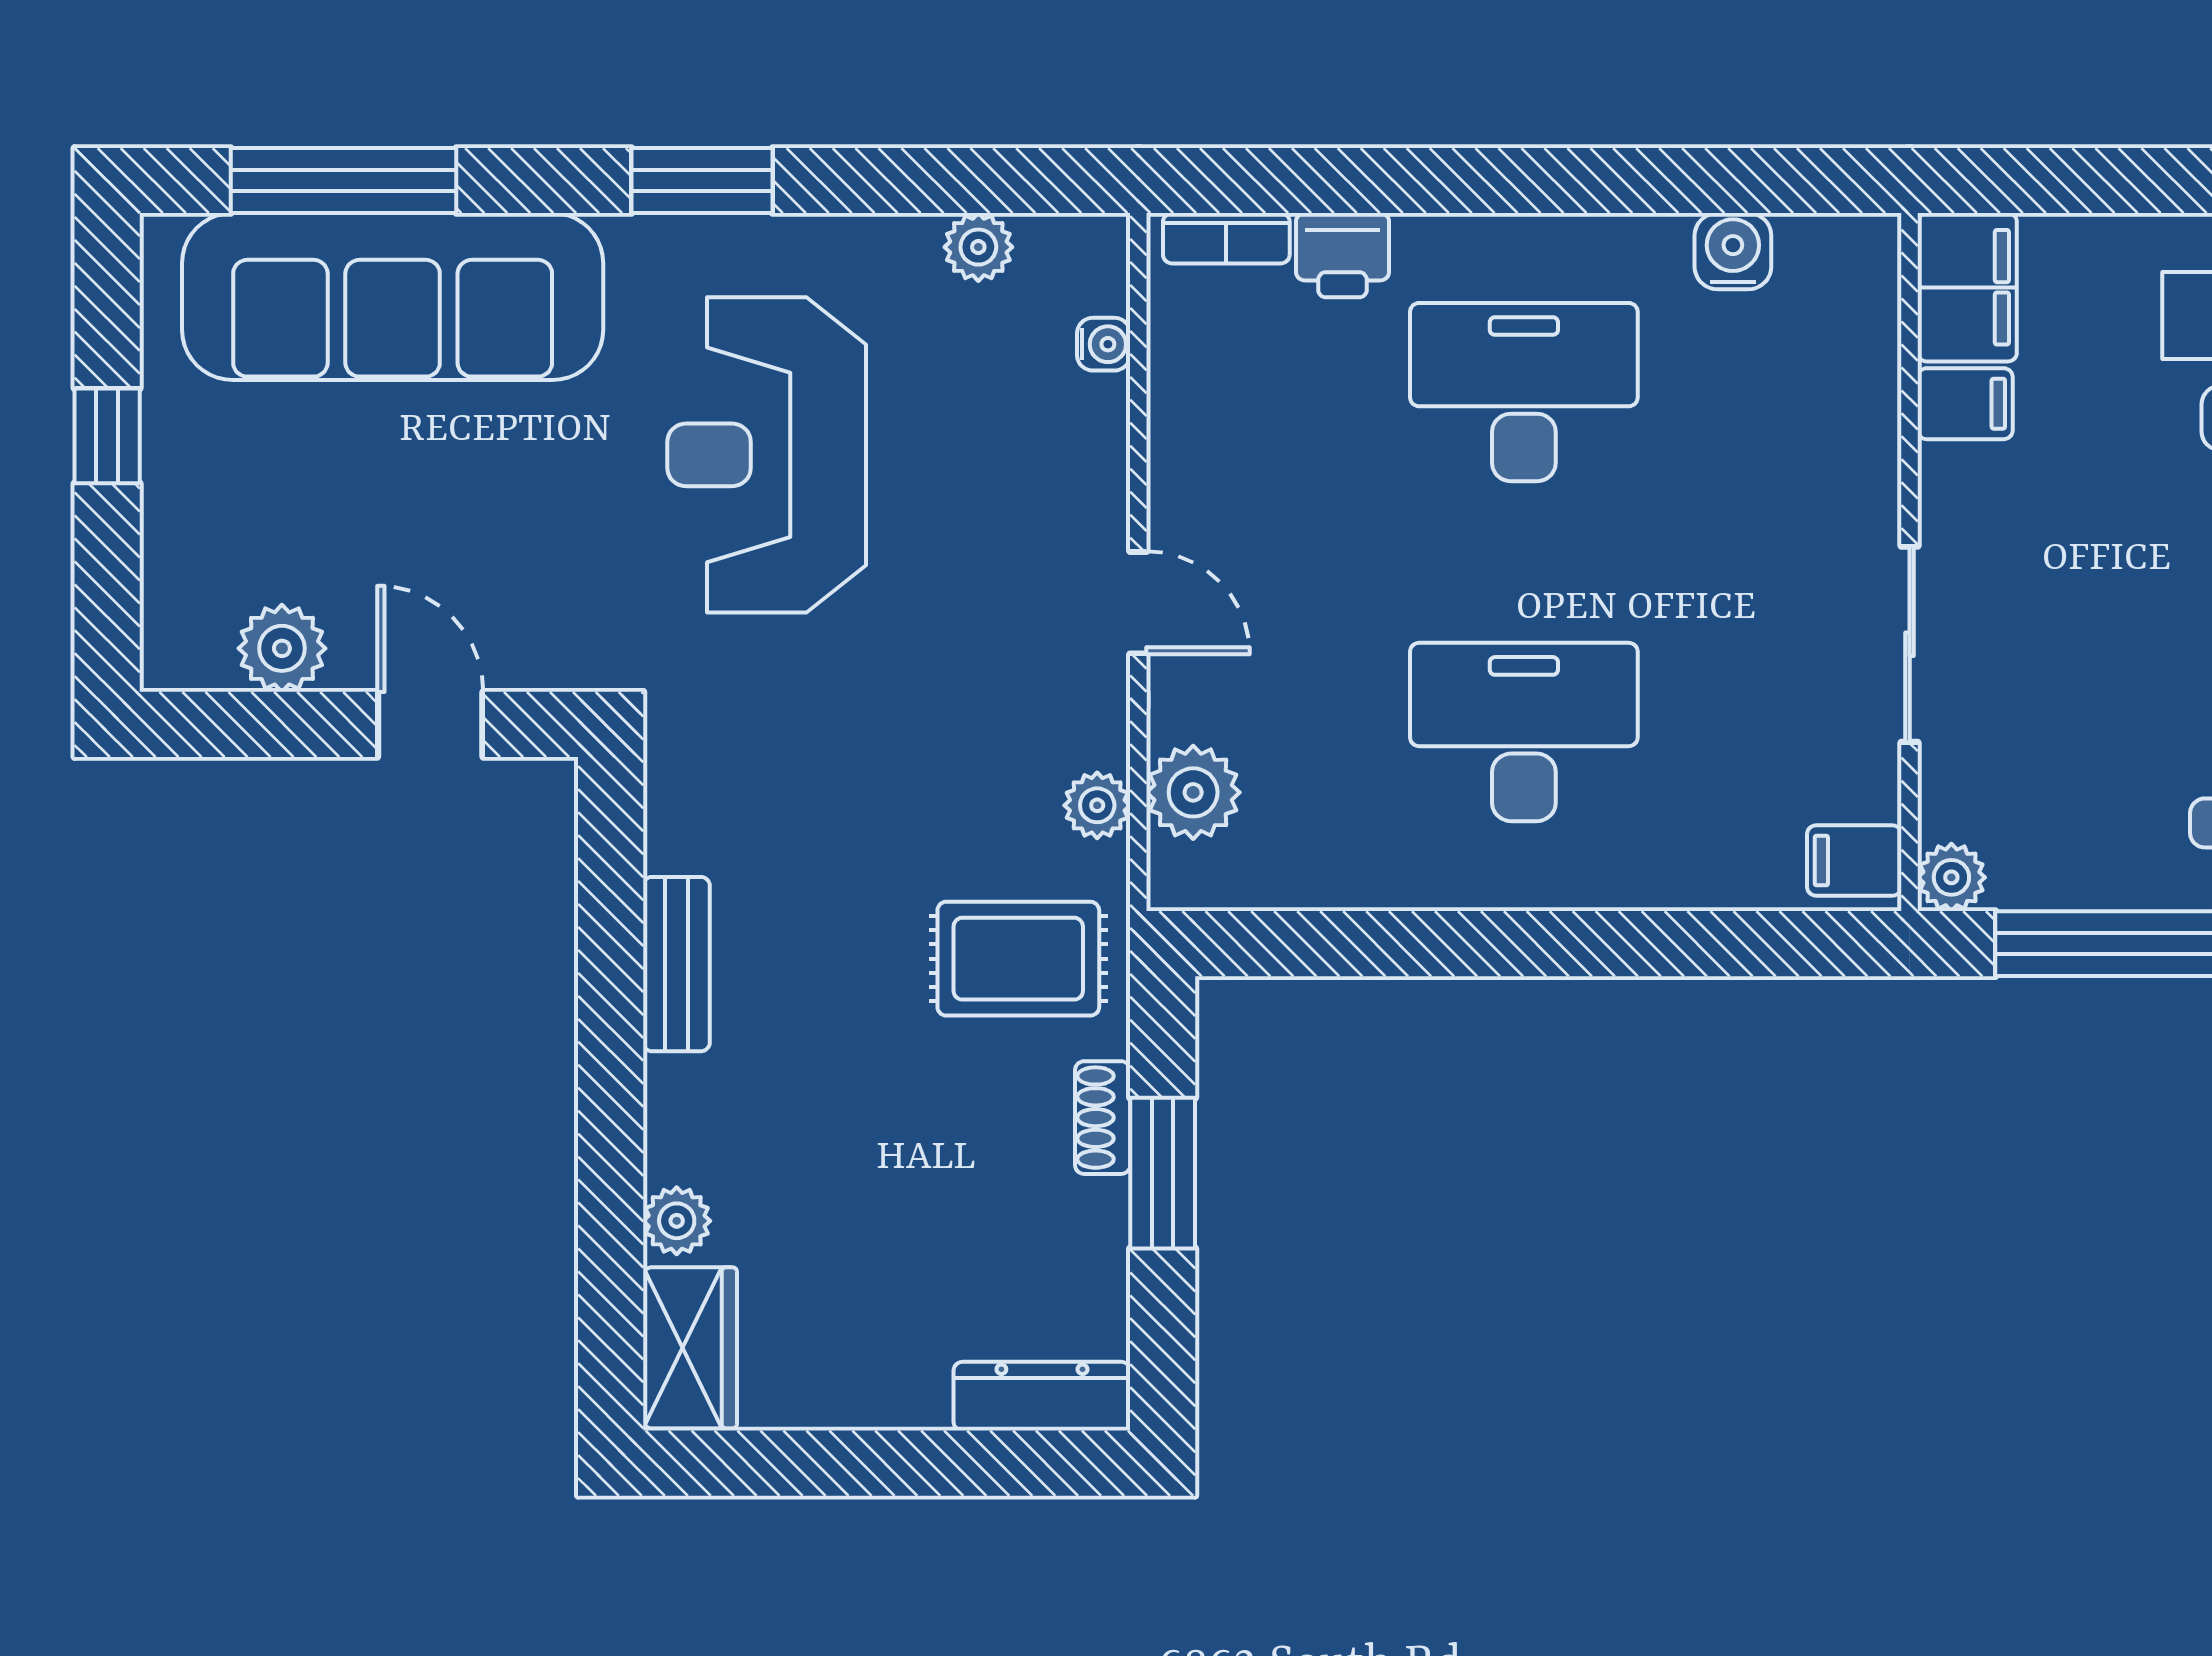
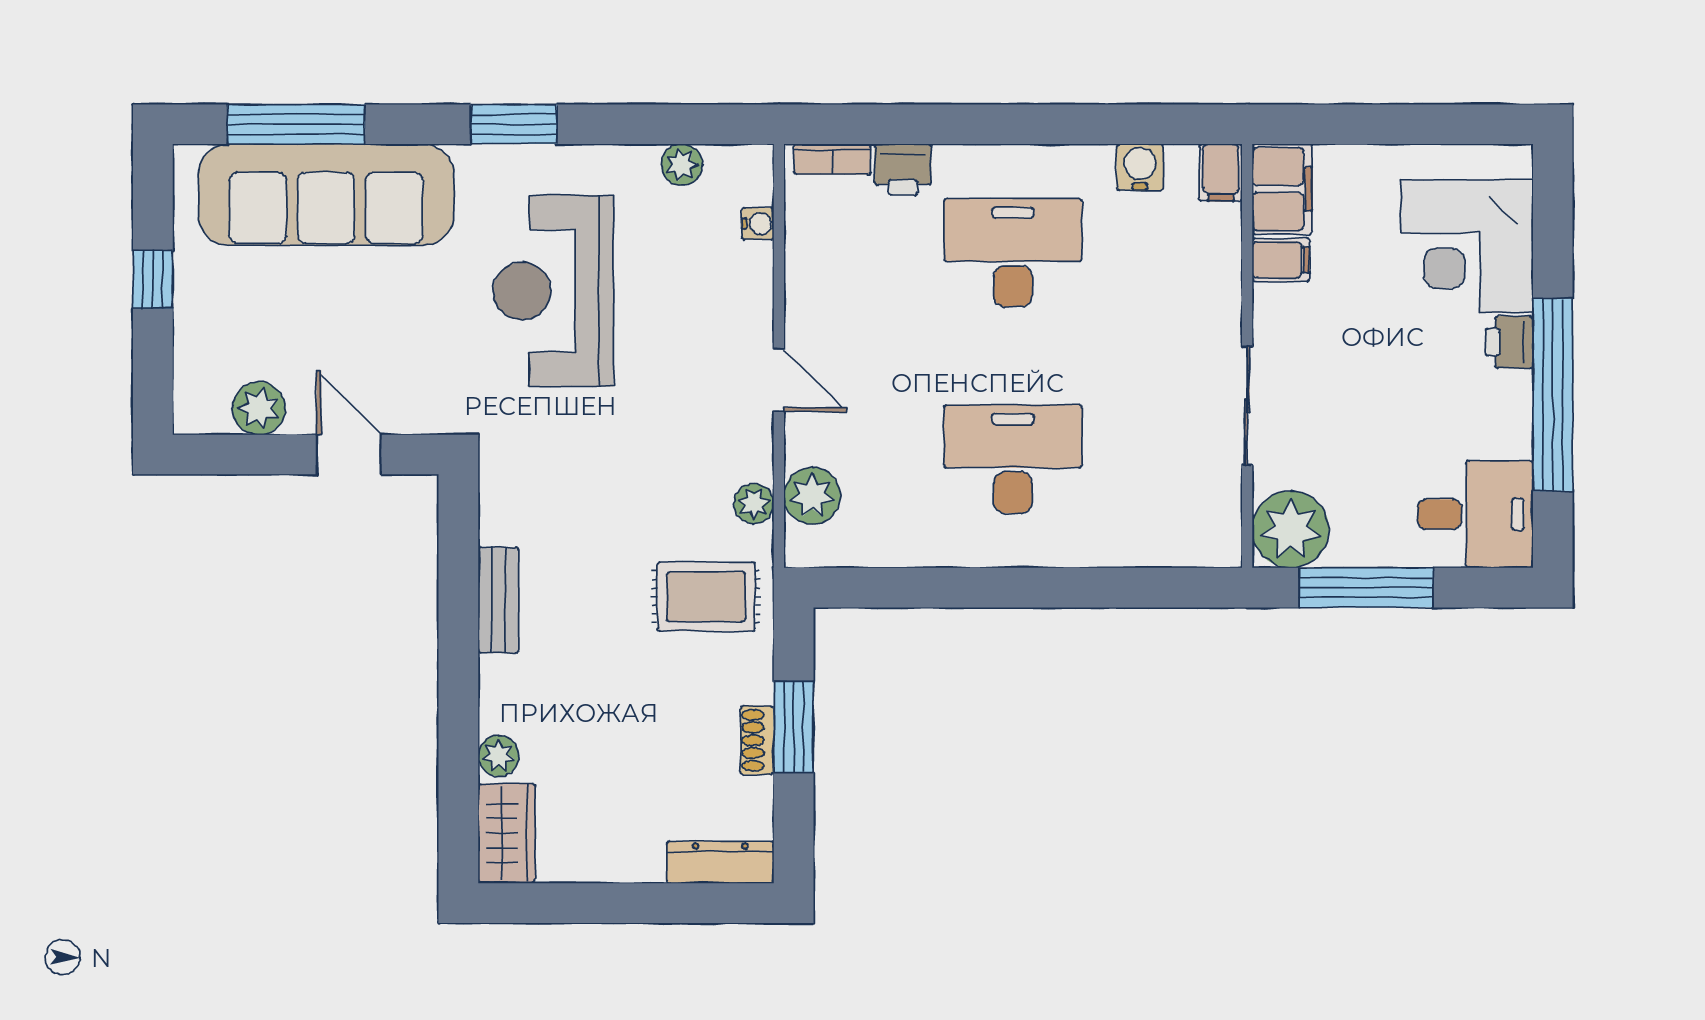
filing cabinet: (1854, 861) -> (1221, 173), moved, turned -90
plant: (1951, 877) -> (1291, 529), width x1.87, depth x1.87
shoe rack: (1103, 1118) -> (757, 740), moved

